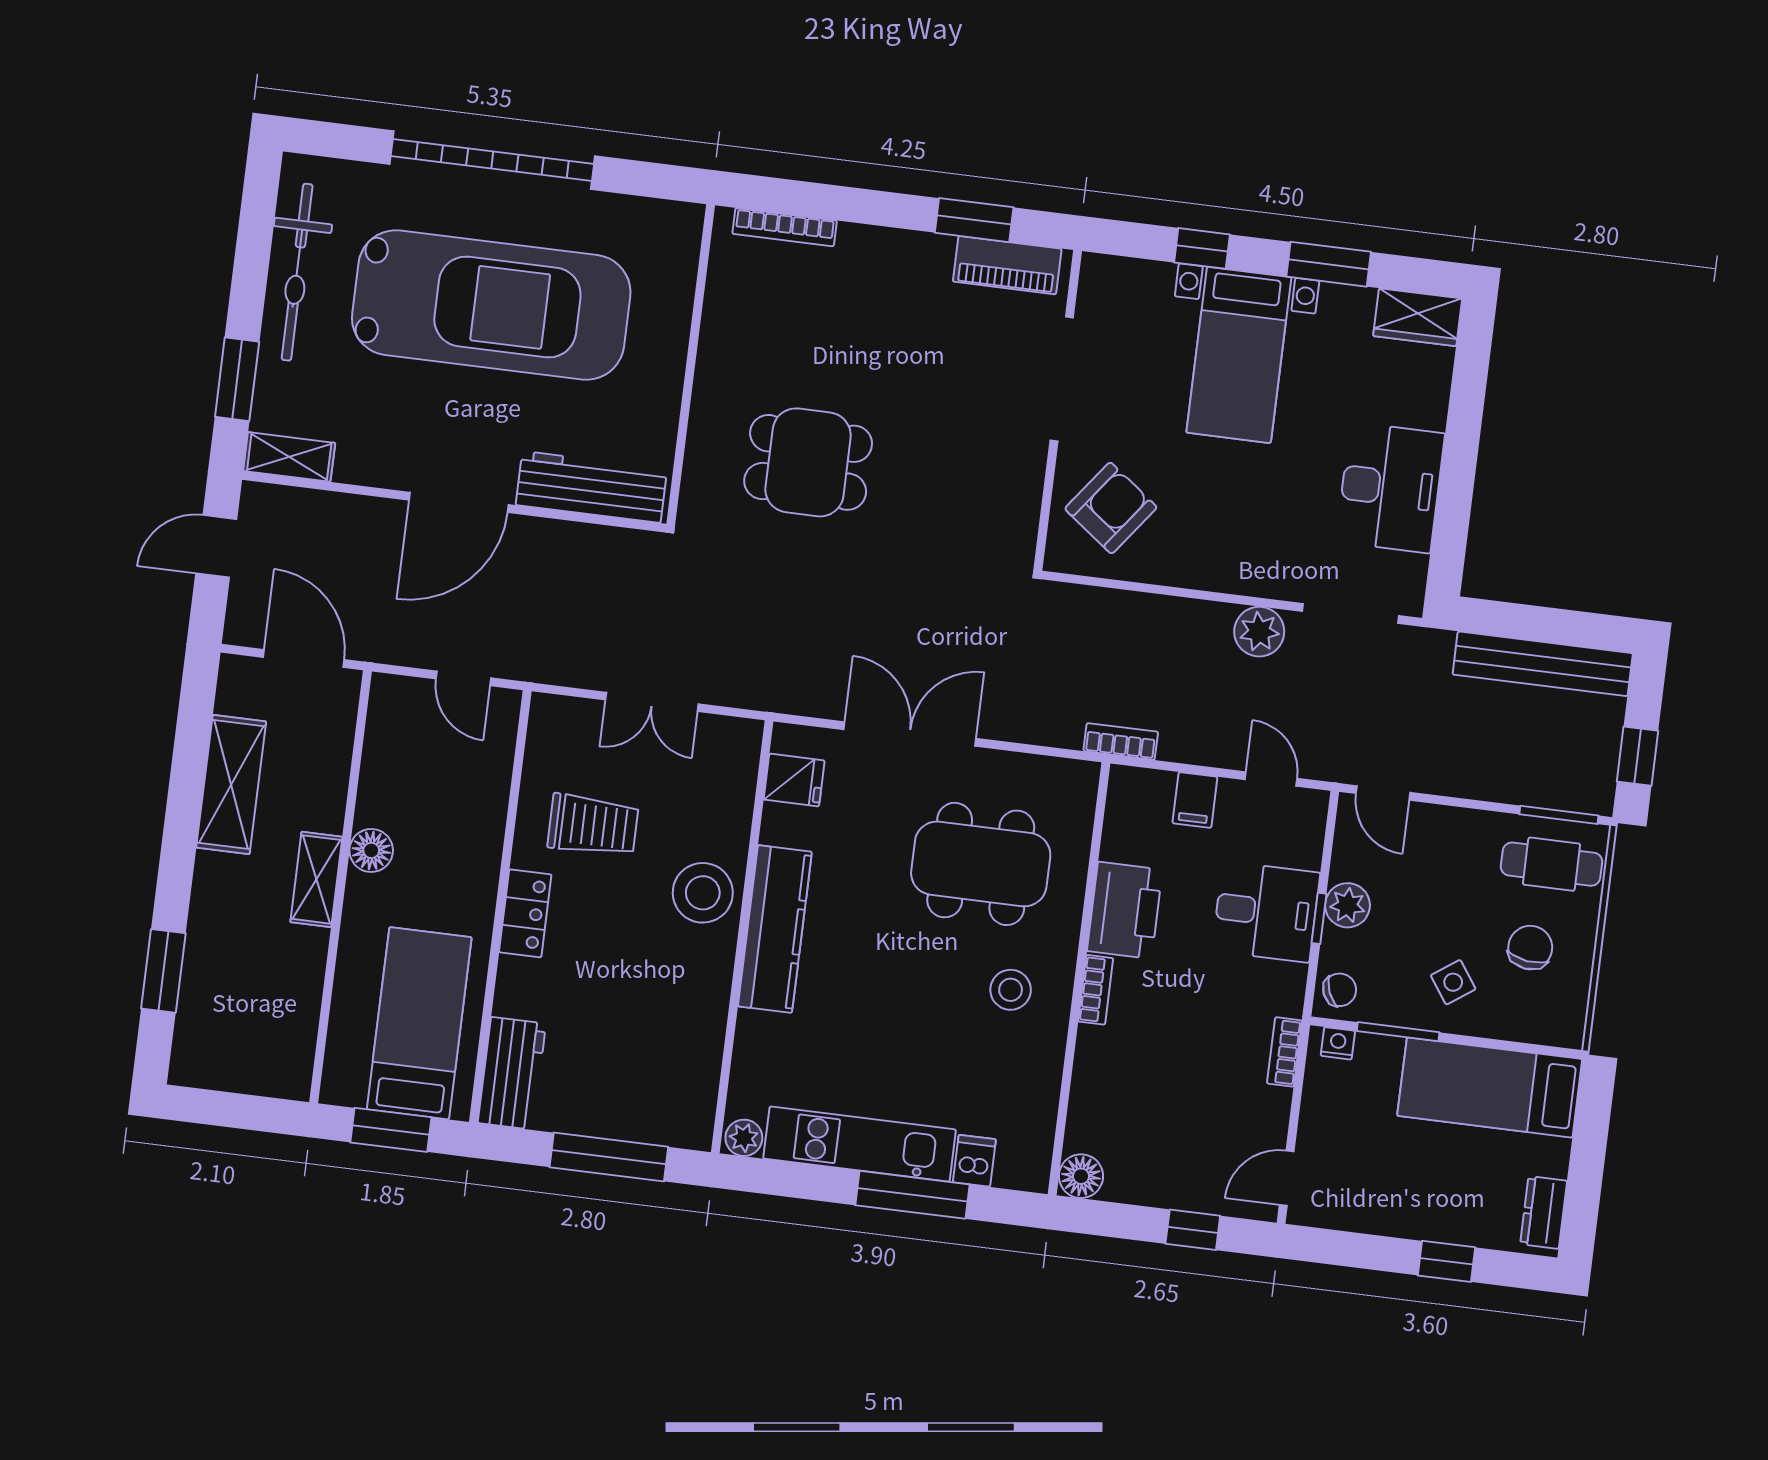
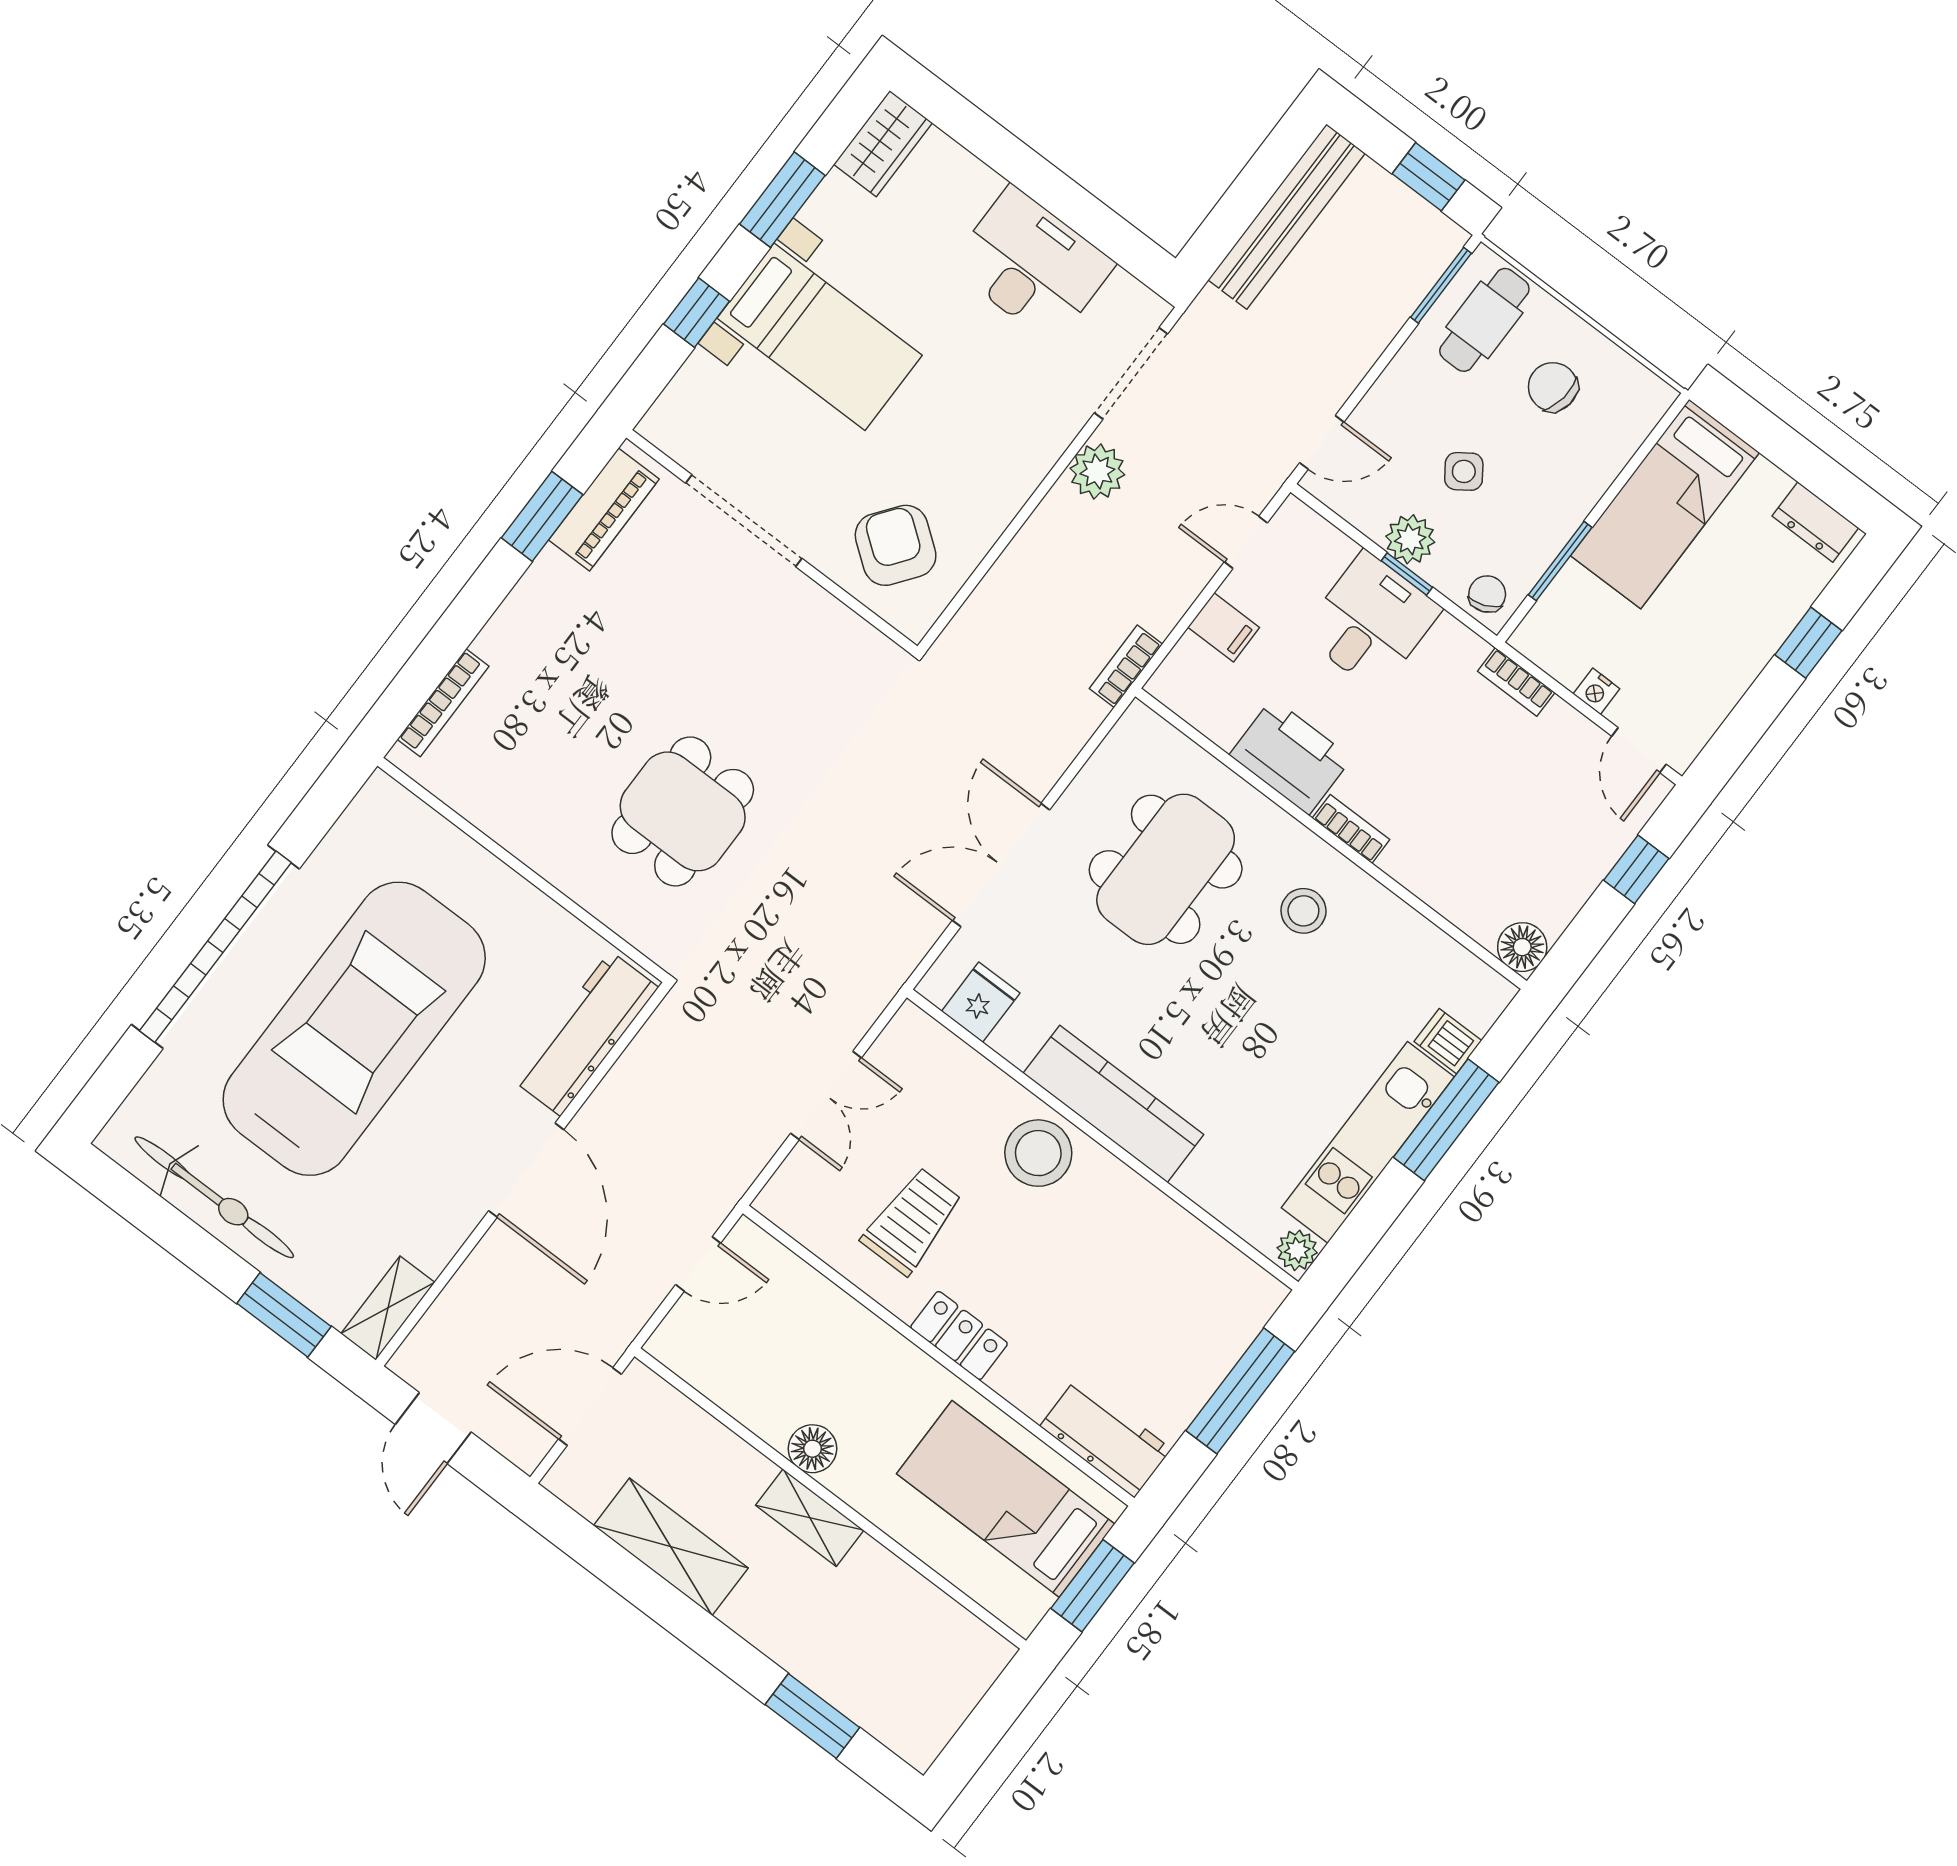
side table: (1453, 982) -> (1464, 471), moved
nightstand: (1338, 1043) -> (1596, 691), moved, turned -90

